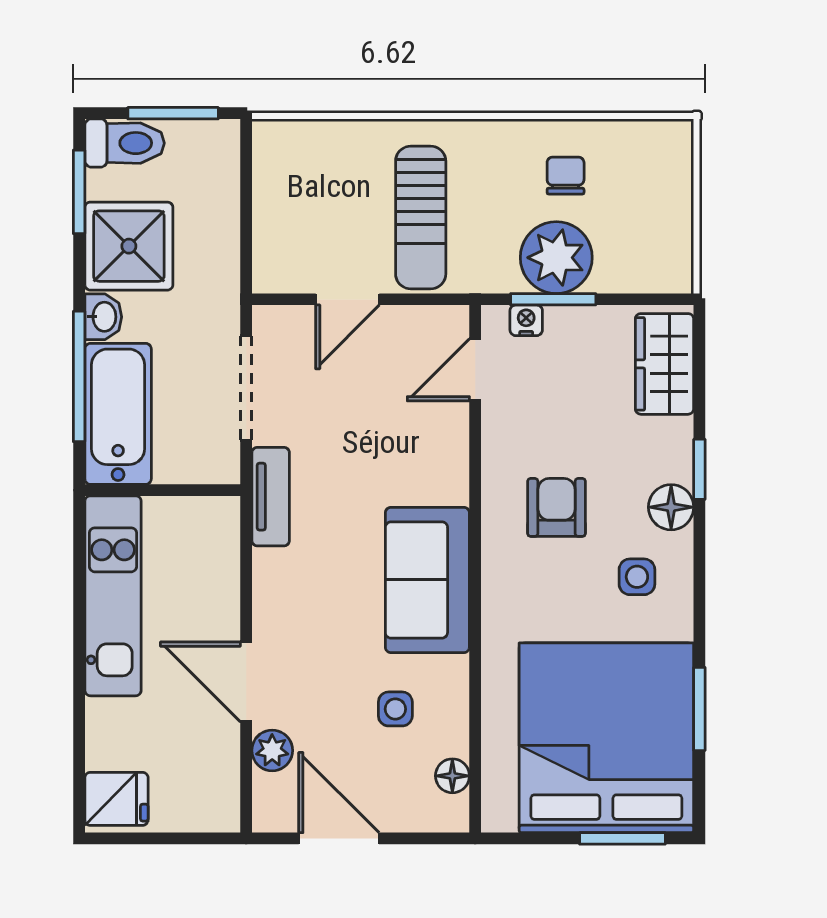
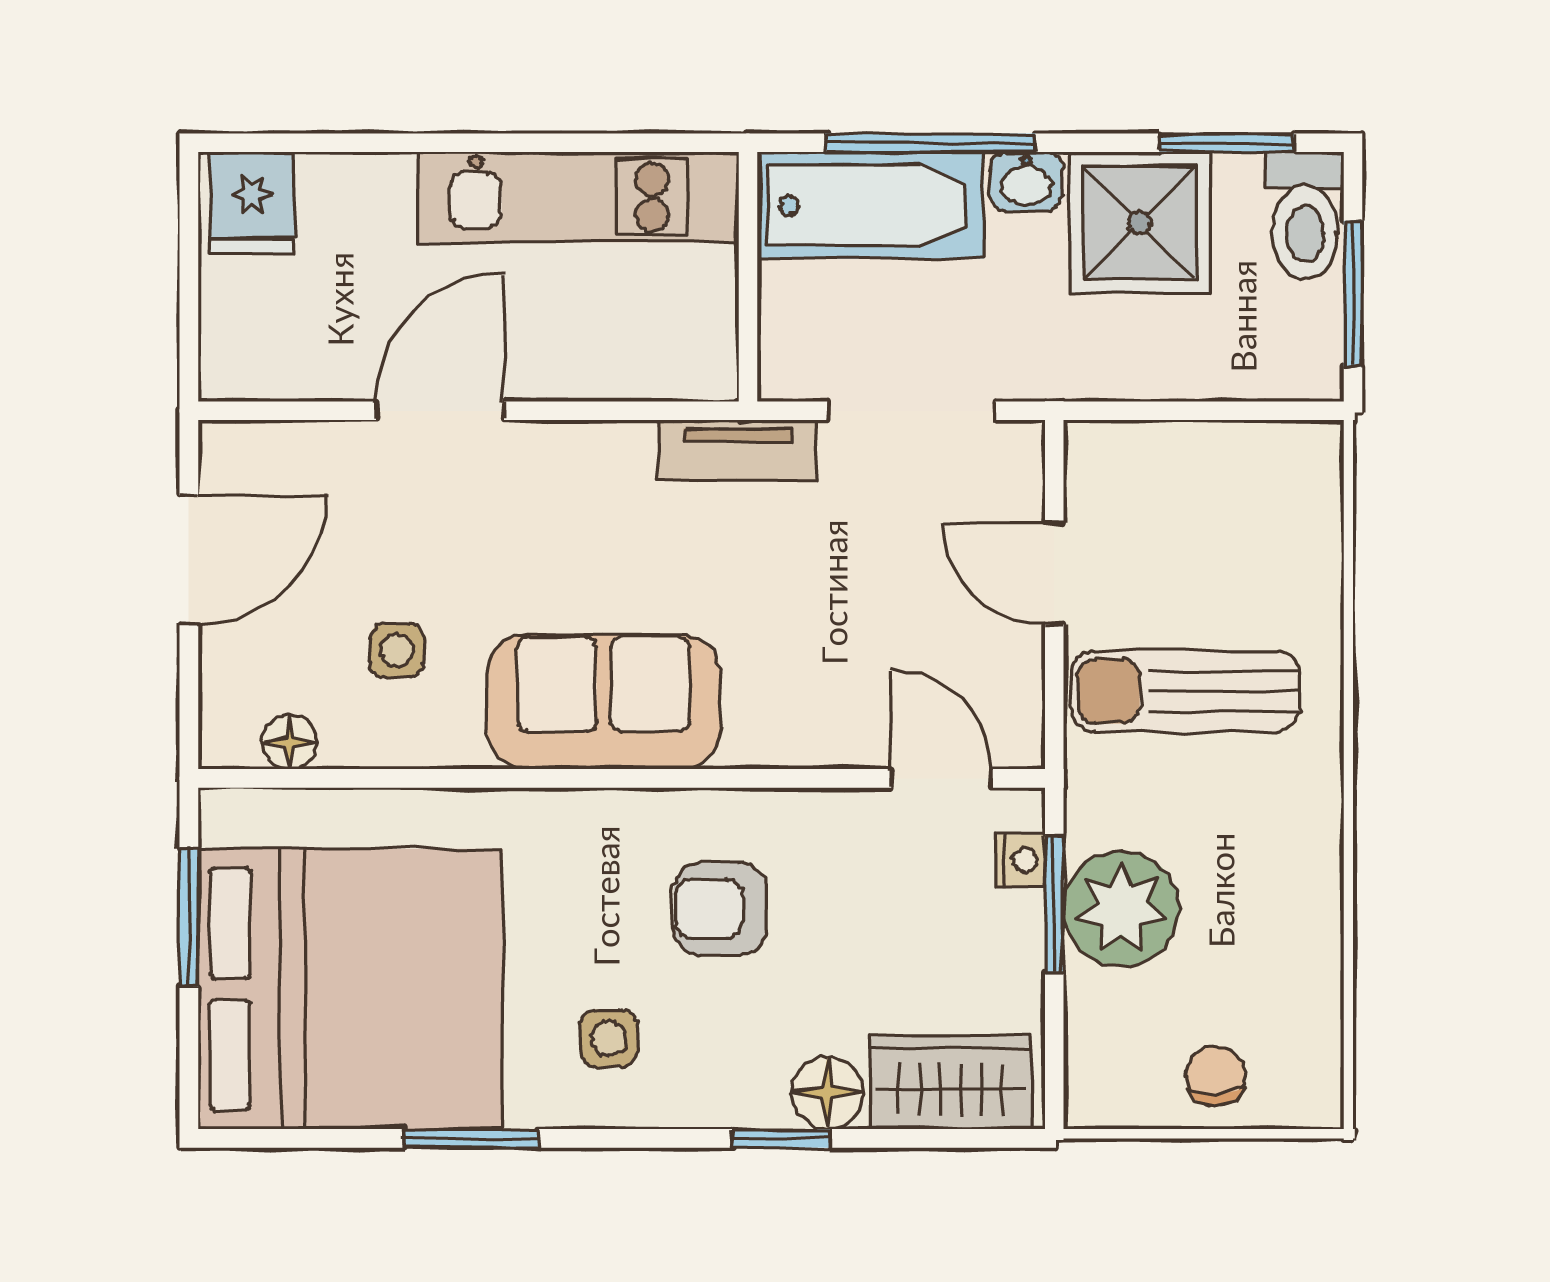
chair: (566, 176) -> (1216, 1076), moved, turned -90
armchair: (557, 507) -> (720, 909), turned 180
floor lamp: (671, 507) -> (827, 1093), moved
window: (699, 709) -> (471, 1138), moved
plant: (272, 750) -> (330, 453), removed
window: (622, 838) -> (189, 917), moved

